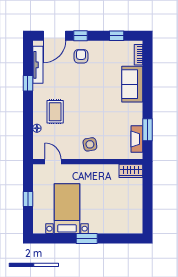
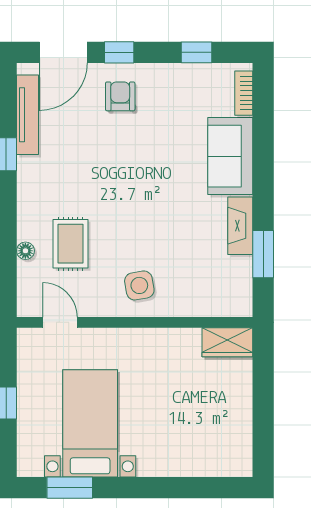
rug: (55, 112) -> (70, 244), moved
fireplace: (137, 139) -> (240, 226), moved
window: (87, 239) -> (70, 488), moved

